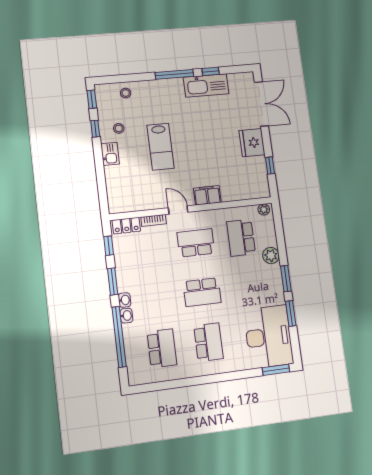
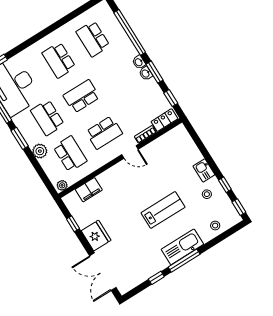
kitchen sink: (206, 85) -> (182, 247), moved
lab bench: (160, 147) -> (163, 210), moved, turned 90
filing cabinet: (207, 195) -> (89, 190), moved
school desk: (248, 287) -> (47, 118), added
washbasin: (126, 316) -> (146, 73), moved

